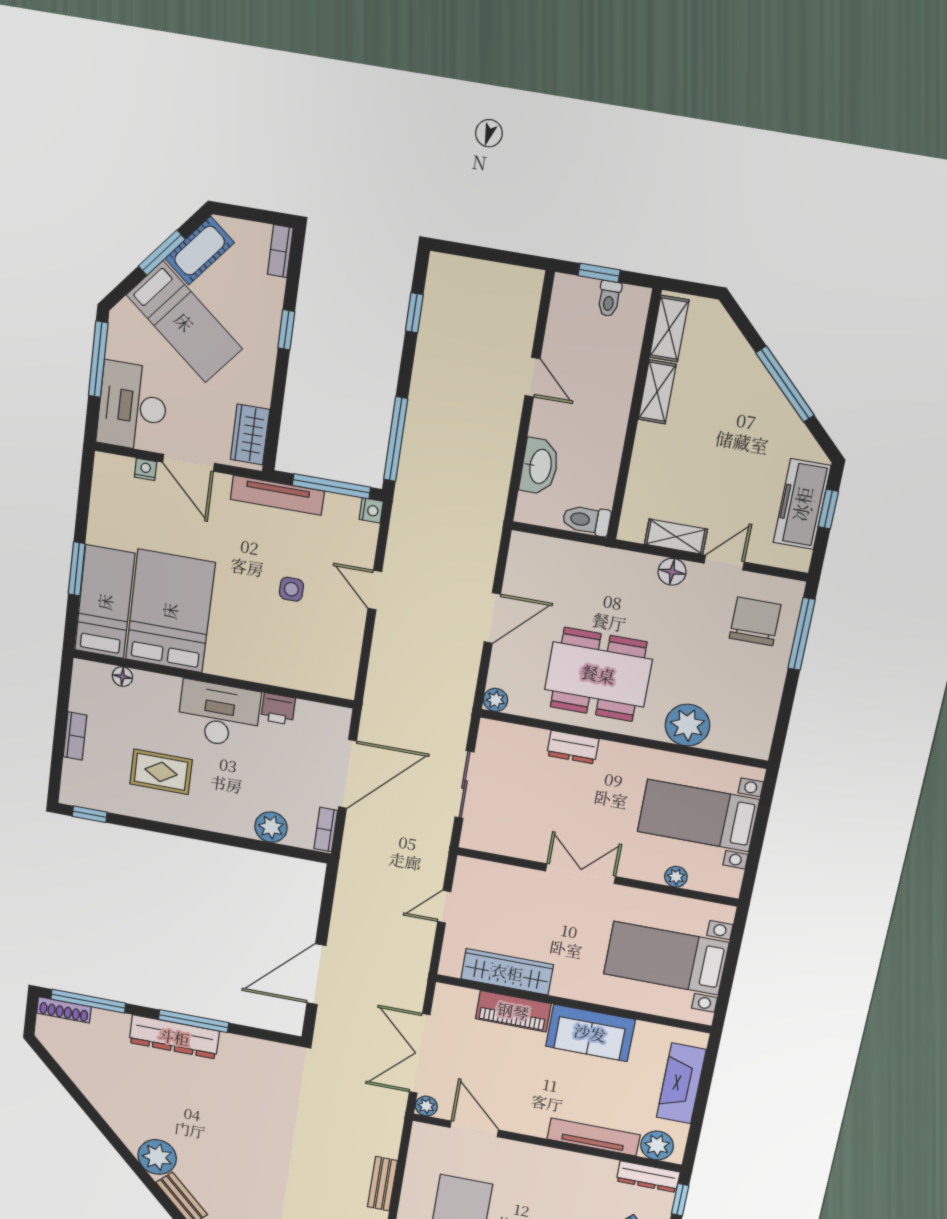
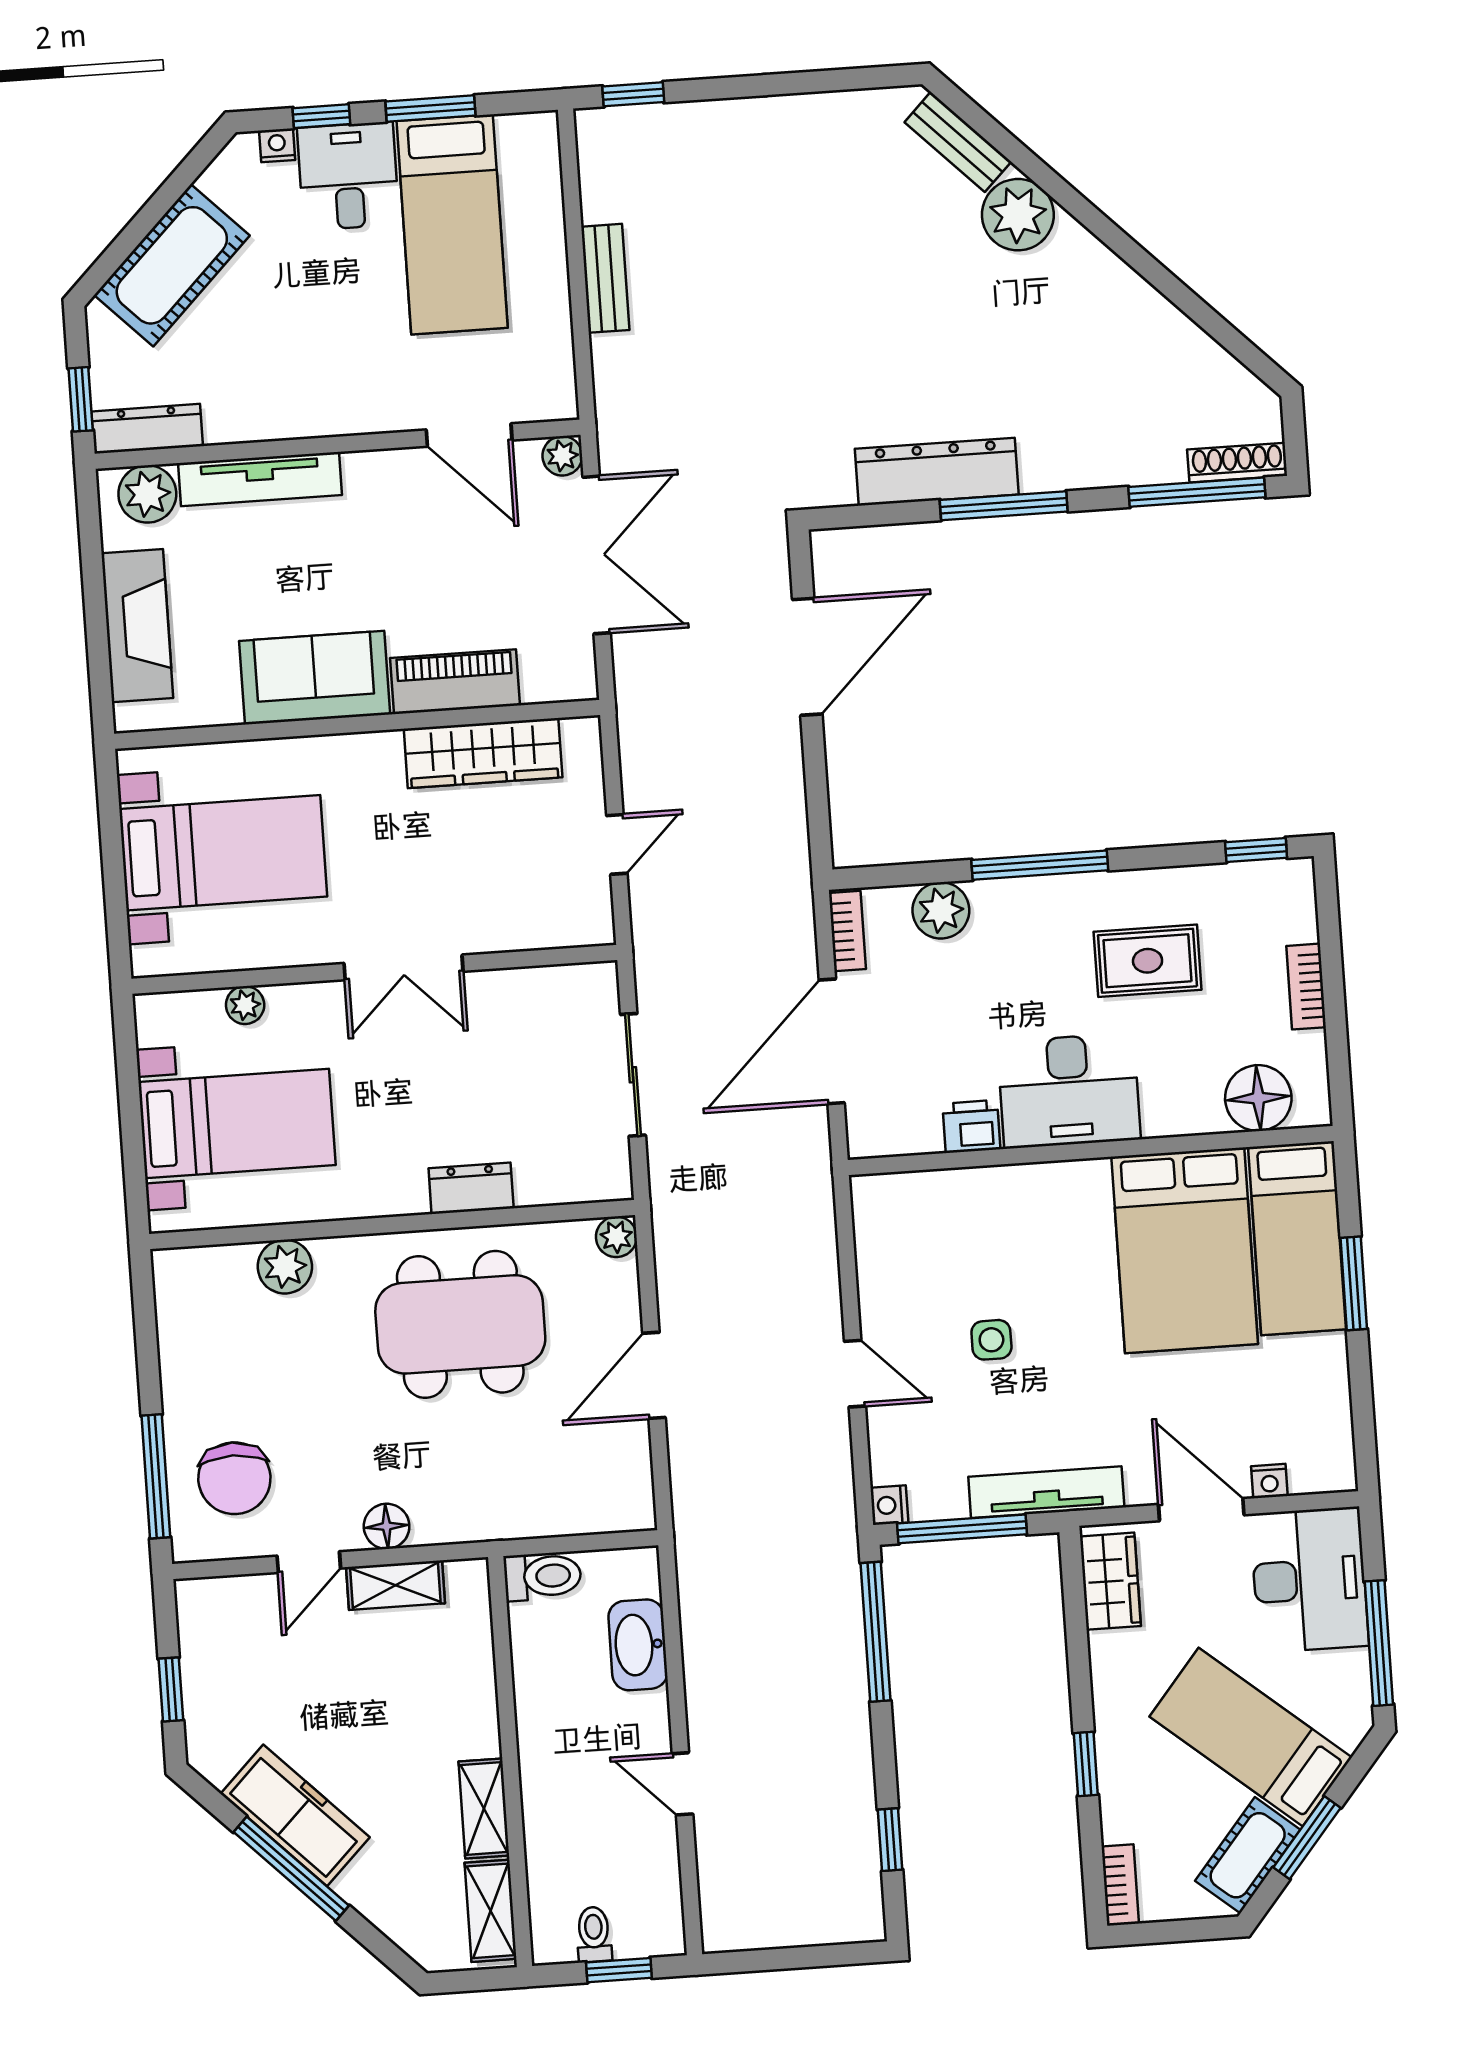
freezer: (802, 504) -> (295, 1815), moved, turned -45
floor lamp: (122, 677) -> (1258, 1098), width x1.89, depth x1.89
plant: (687, 725) -> (285, 1267), width x0.73, depth x0.73
window: (211, 837) -> (1040, 865), added
dresser: (174, 1037) -> (937, 472), moved

